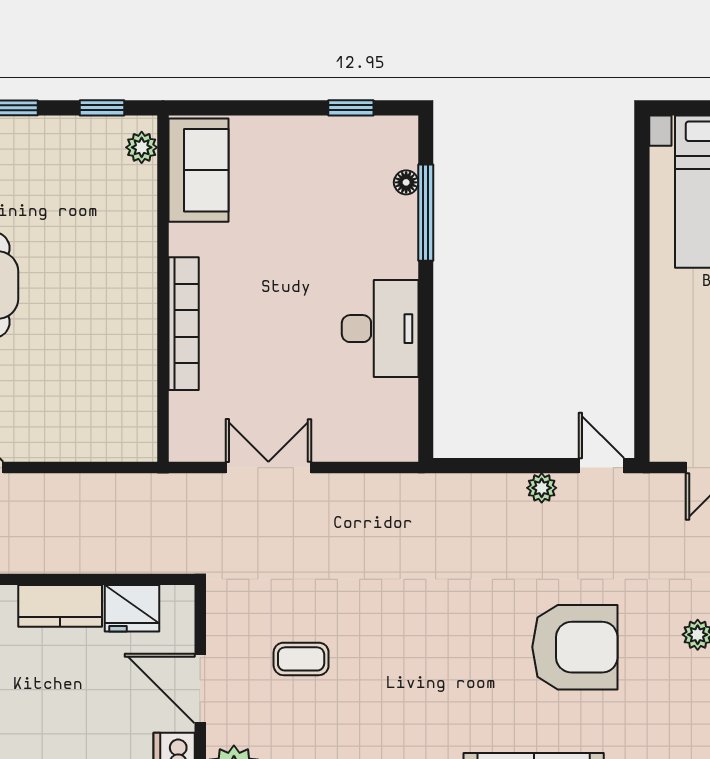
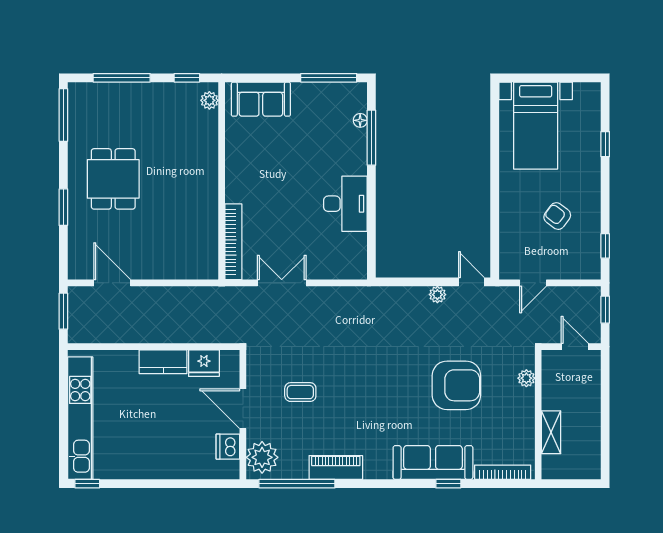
window: (351, 108) -> (329, 78), width x2.17
sofa: (198, 170) -> (261, 99), moved, turned 90
bookcase: (184, 324) -> (233, 242), moved

